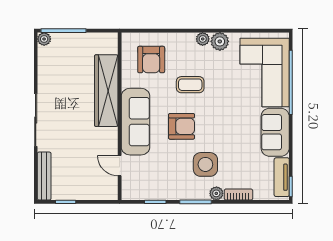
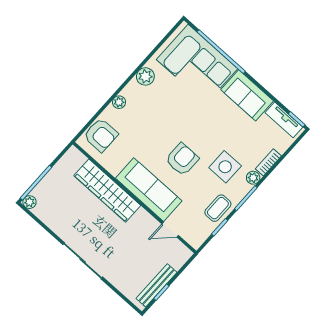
plant: (203, 39) -> (119, 102), moved
armchair: (151, 60) -> (101, 135), moved
coffee table: (190, 85) -> (218, 208), moved
bench: (44, 176) -> (157, 285), moved, turned 90

